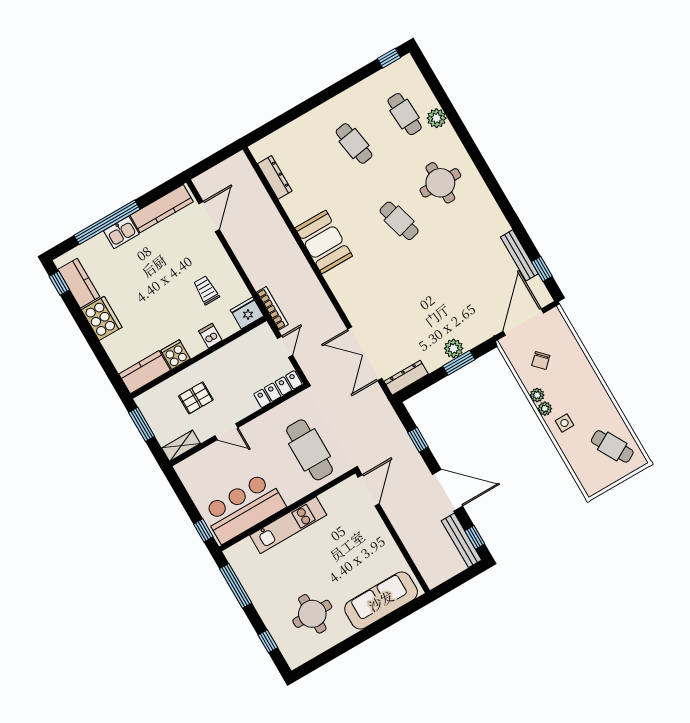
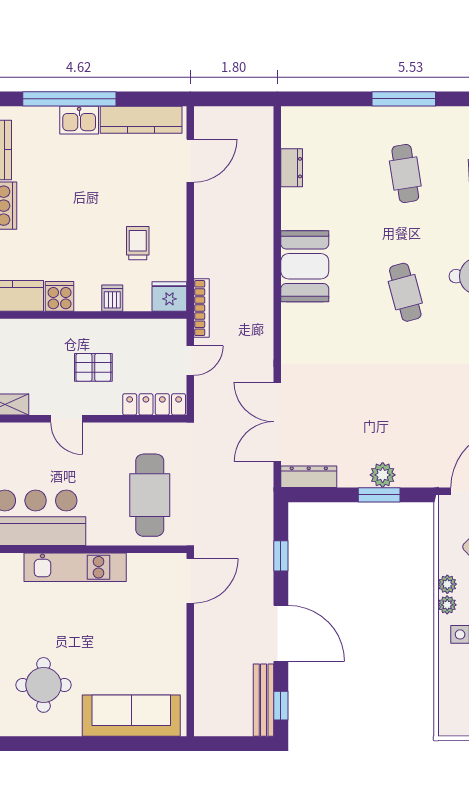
window: (325, 95) -> (404, 99), added
dresser: (275, 177) -> (292, 168), width x0.70
pallet: (196, 398) -> (93, 367), moved

